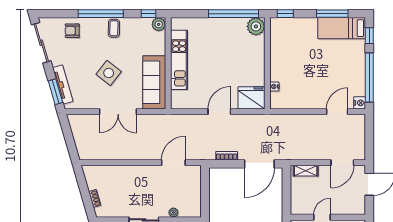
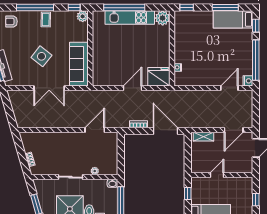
window: (234, 14) -> (124, 8), moved
kitchen unit: (179, 60) -> (130, 18), moved, turned 90
door: (259, 164) -> (165, 131), swing flipped

